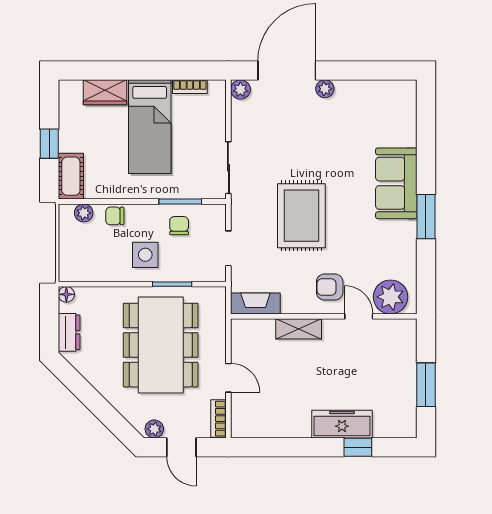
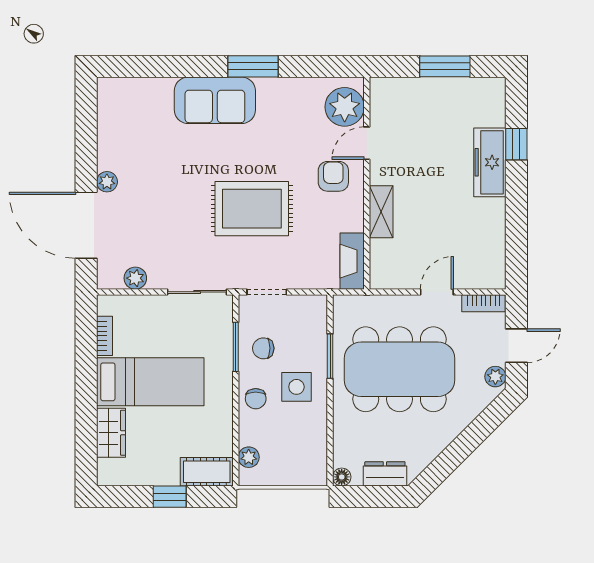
plant: (240, 90) -> (135, 278), moved
chair: (115, 216) -> (256, 399), moved
doorway: (228, 248) -> (267, 292), moved
armchair: (330, 287) -> (333, 176), turned 180

